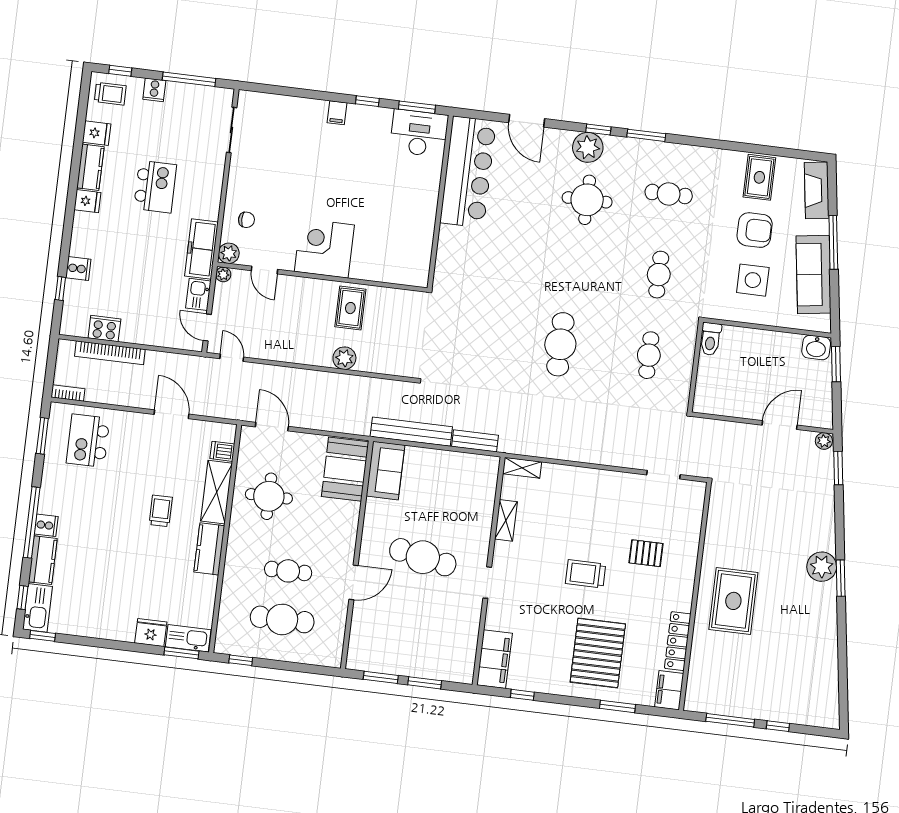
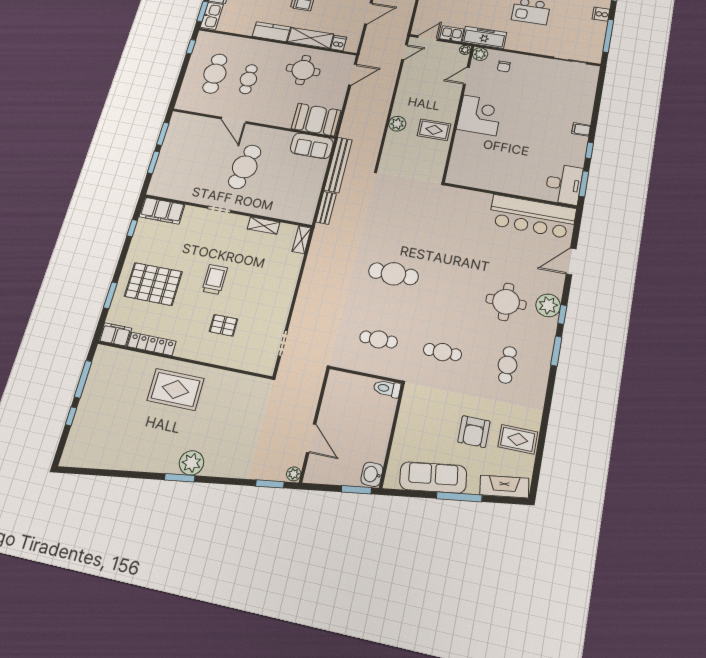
side table: (753, 280) -> (432, 427), removed
pallet: (646, 553) -> (223, 325), turned 90

